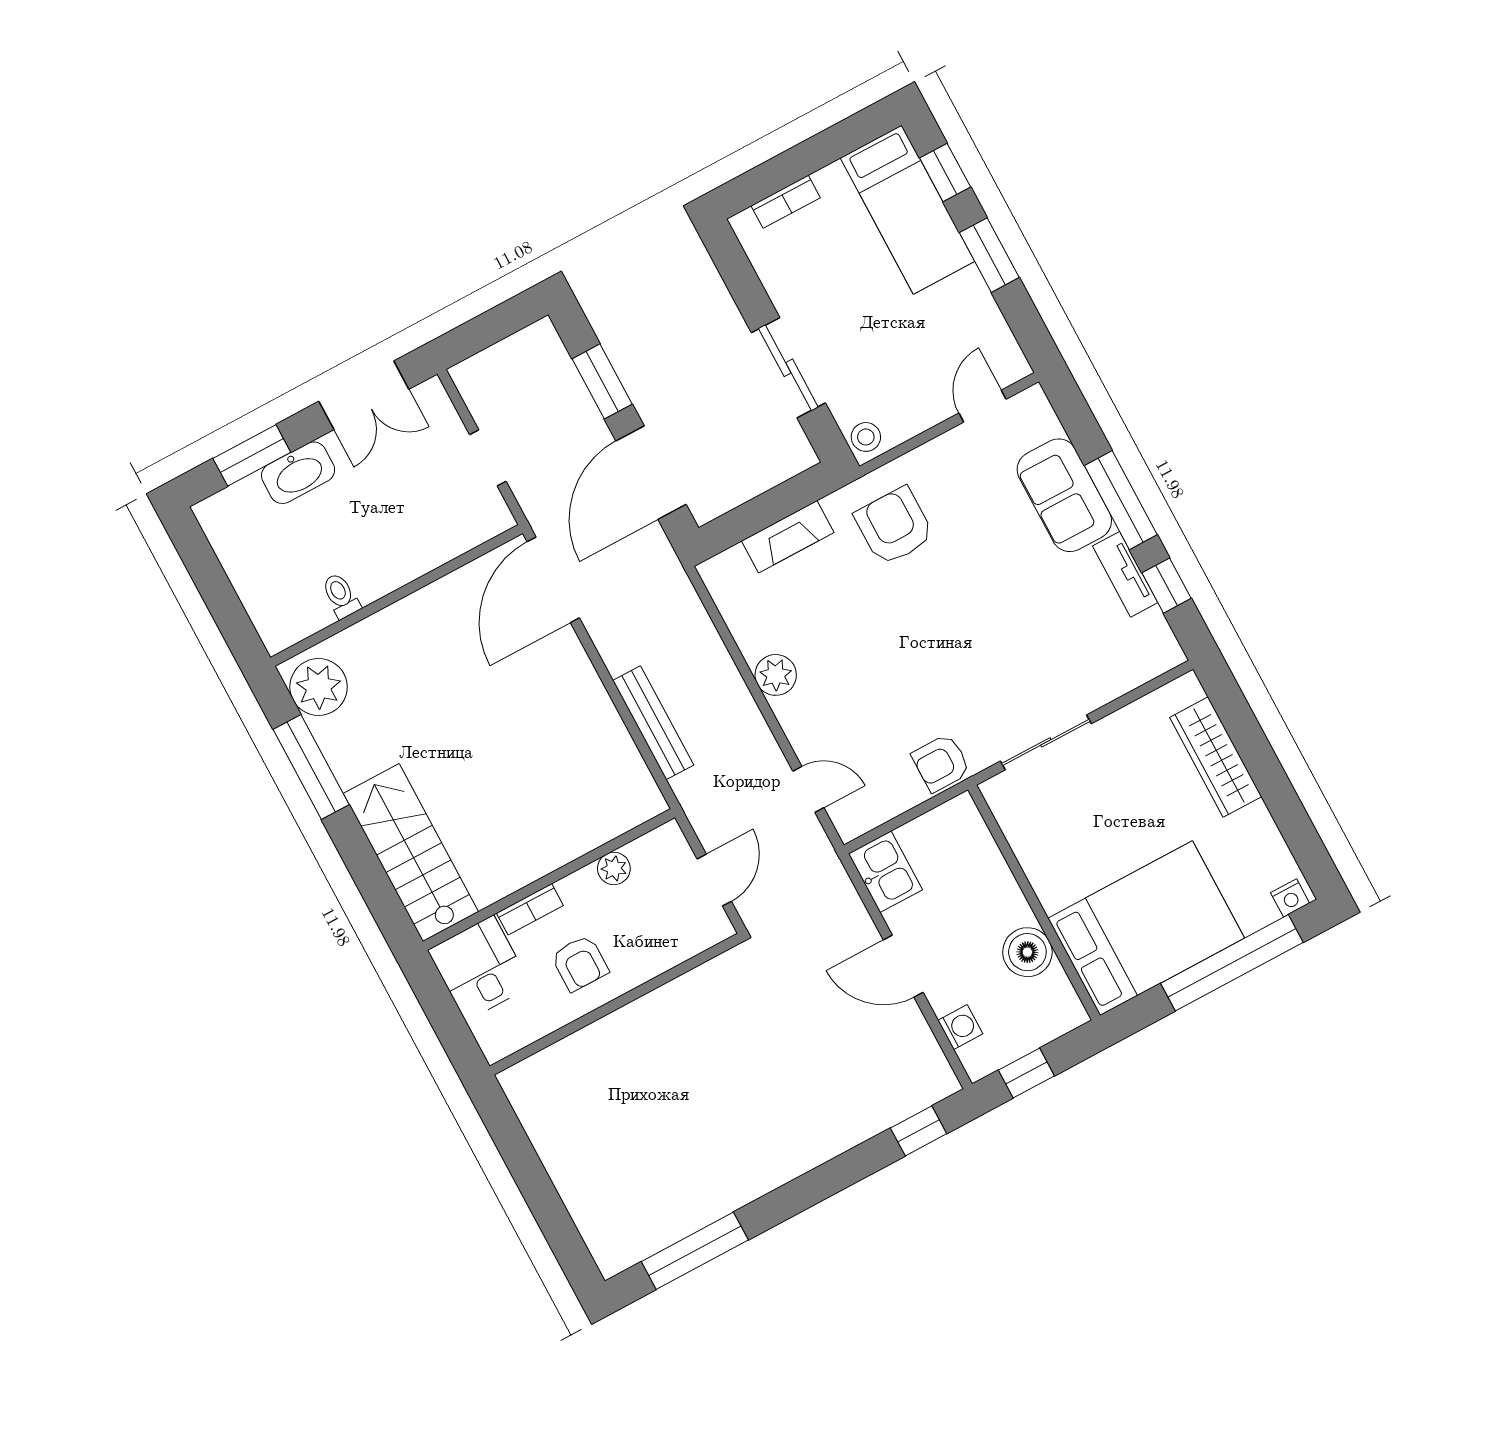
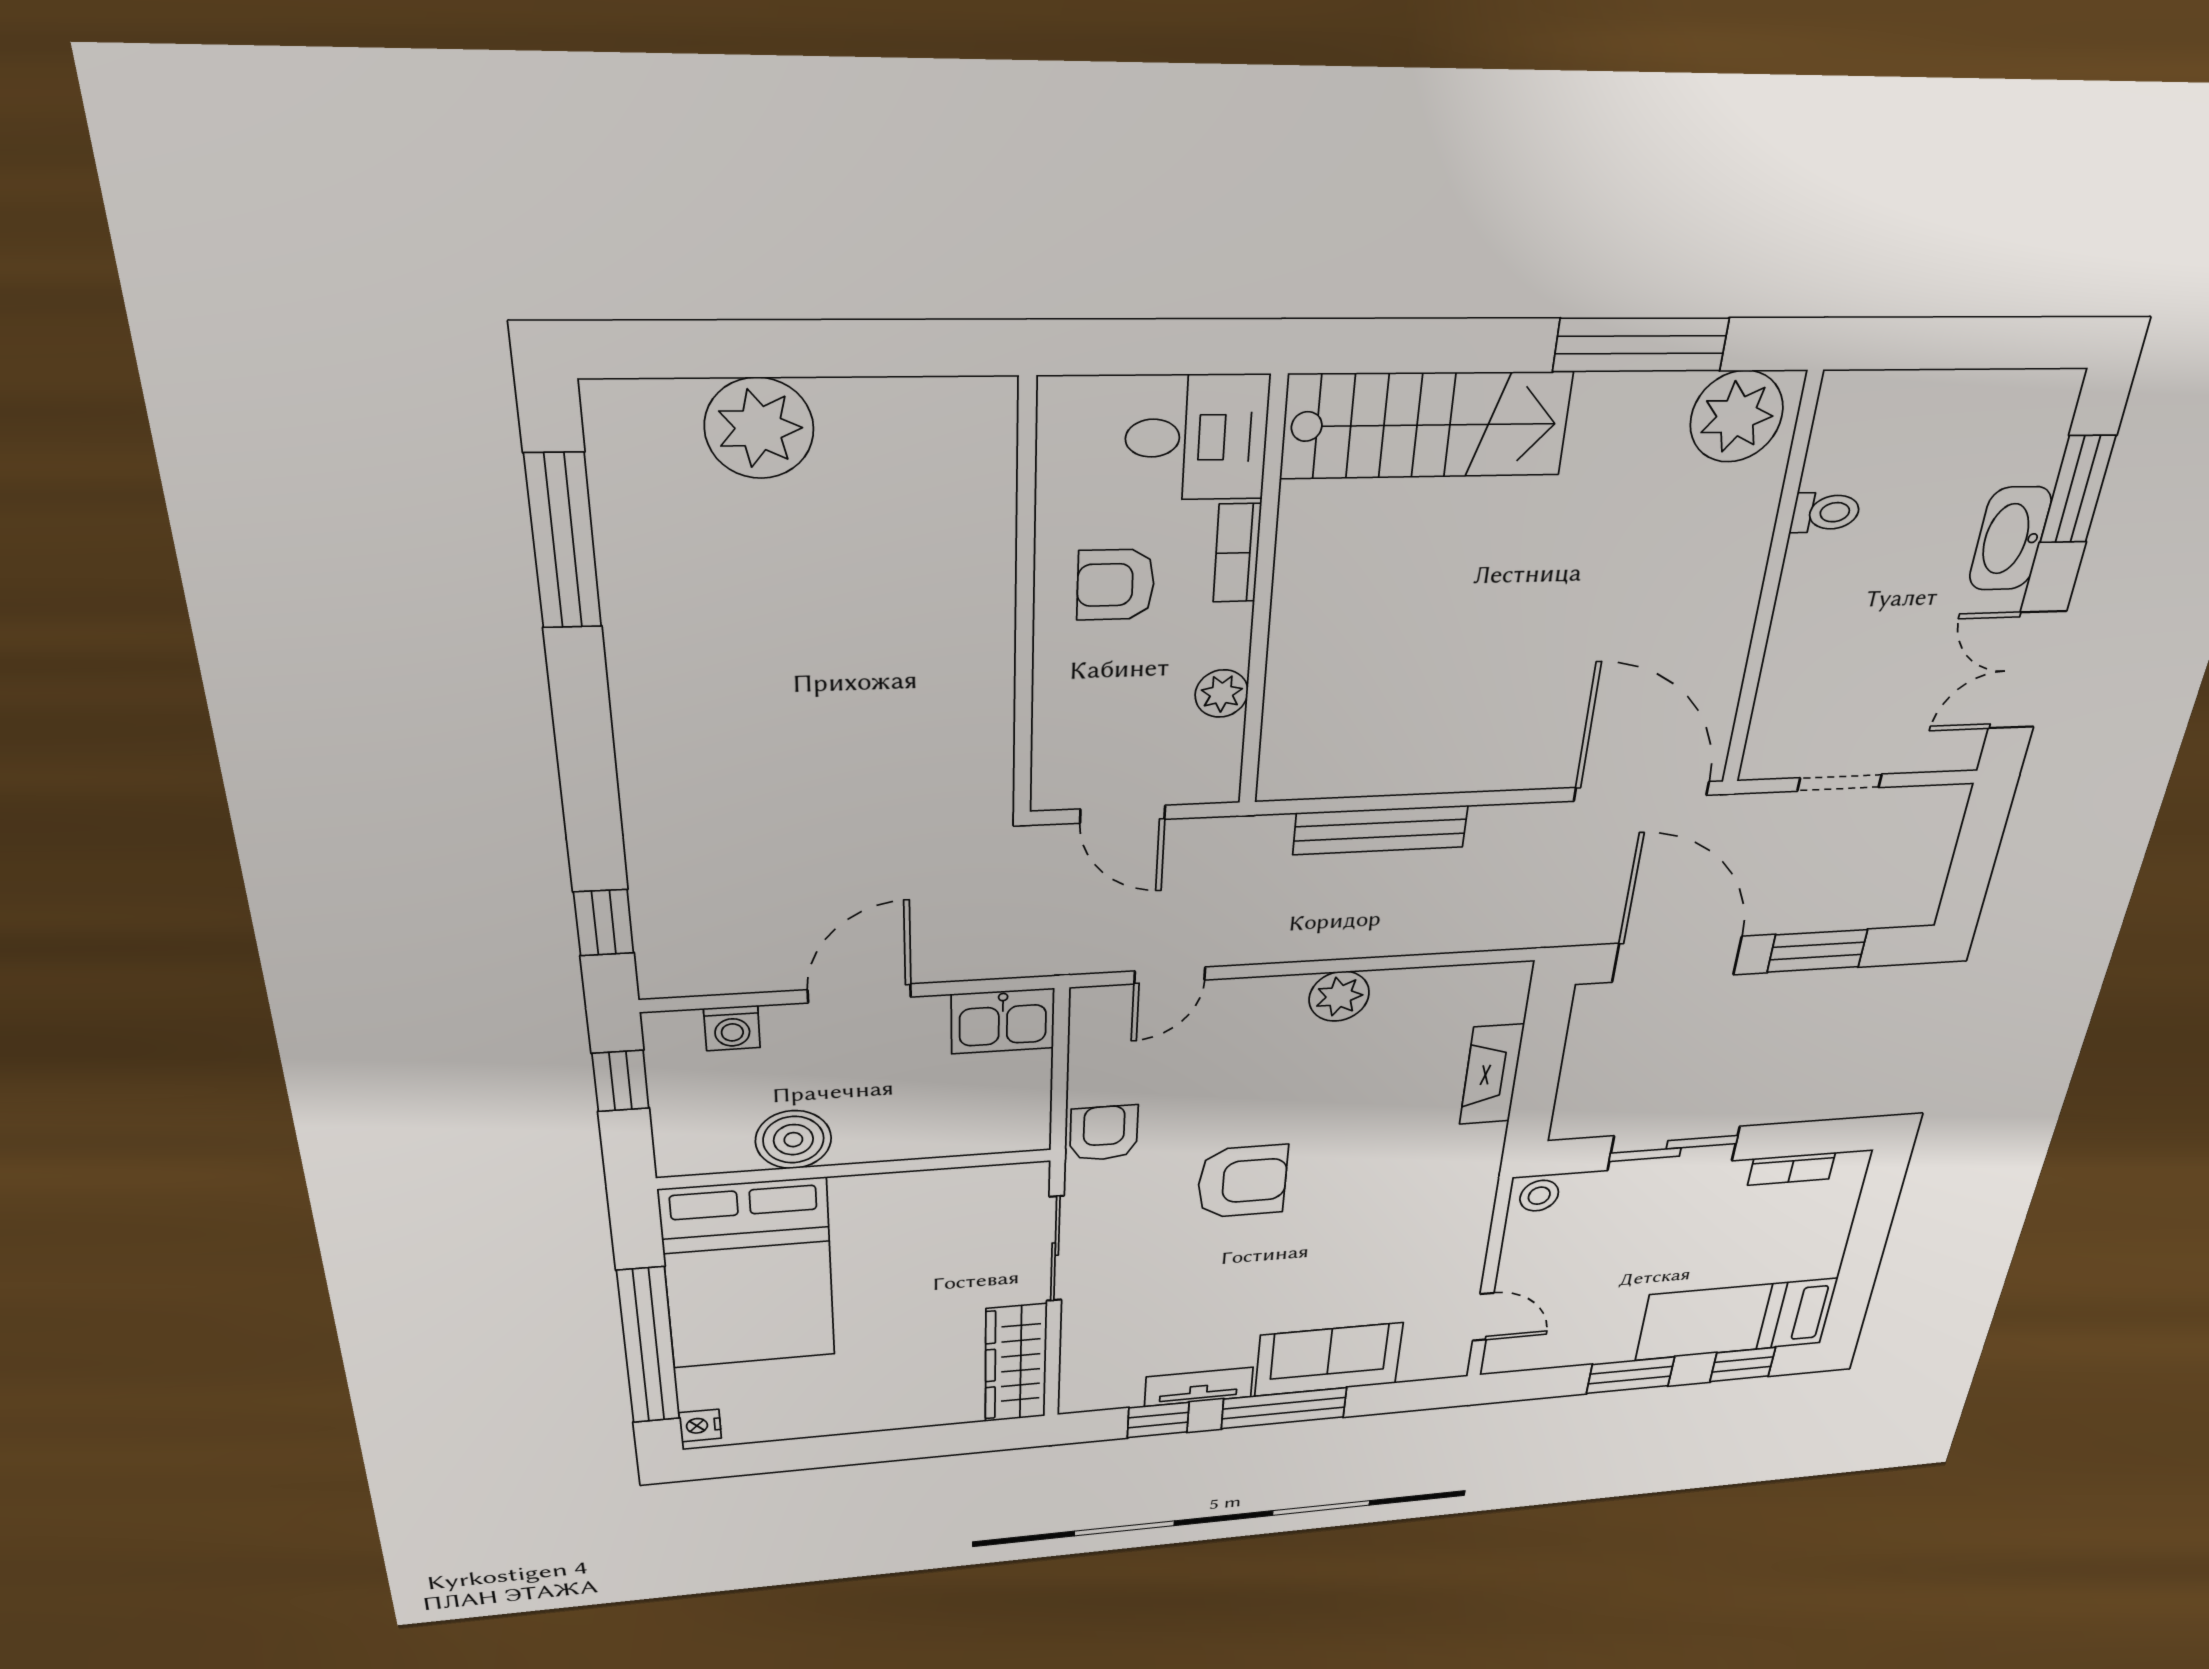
bookcase: (786, 202) -> (1792, 1169), moved, turned -90
armchair: (894, 526) -> (1242, 1181), moved
wardrobe: (1216, 757) -> (1016, 1363), moved, turned -90
plant: (586, 1186) -> (759, 428), added

